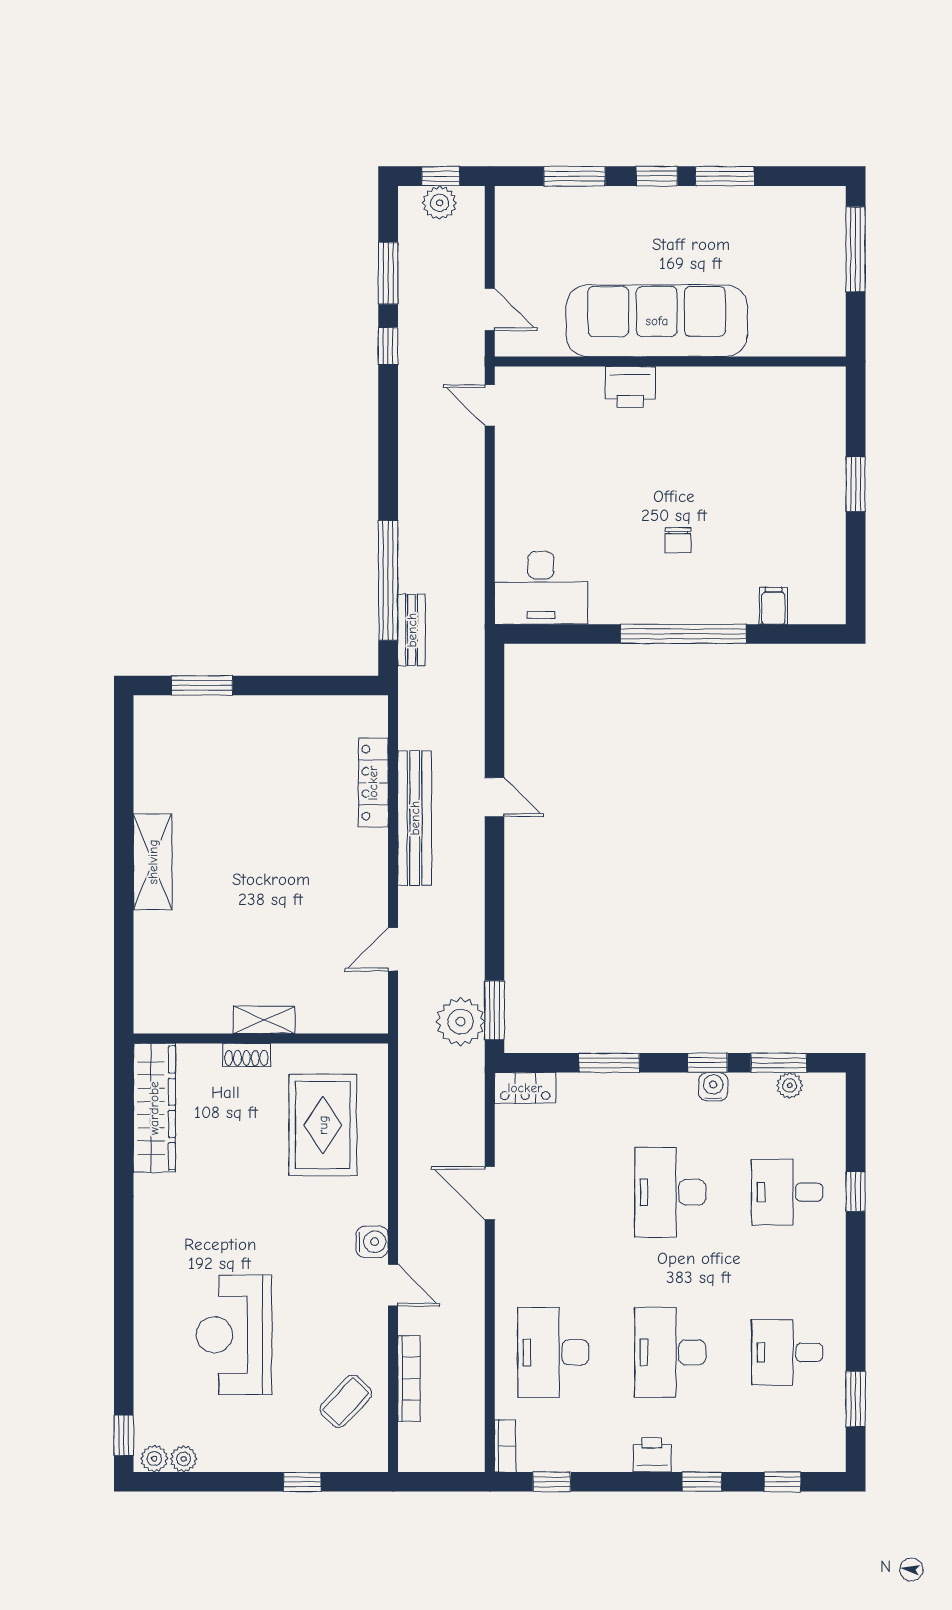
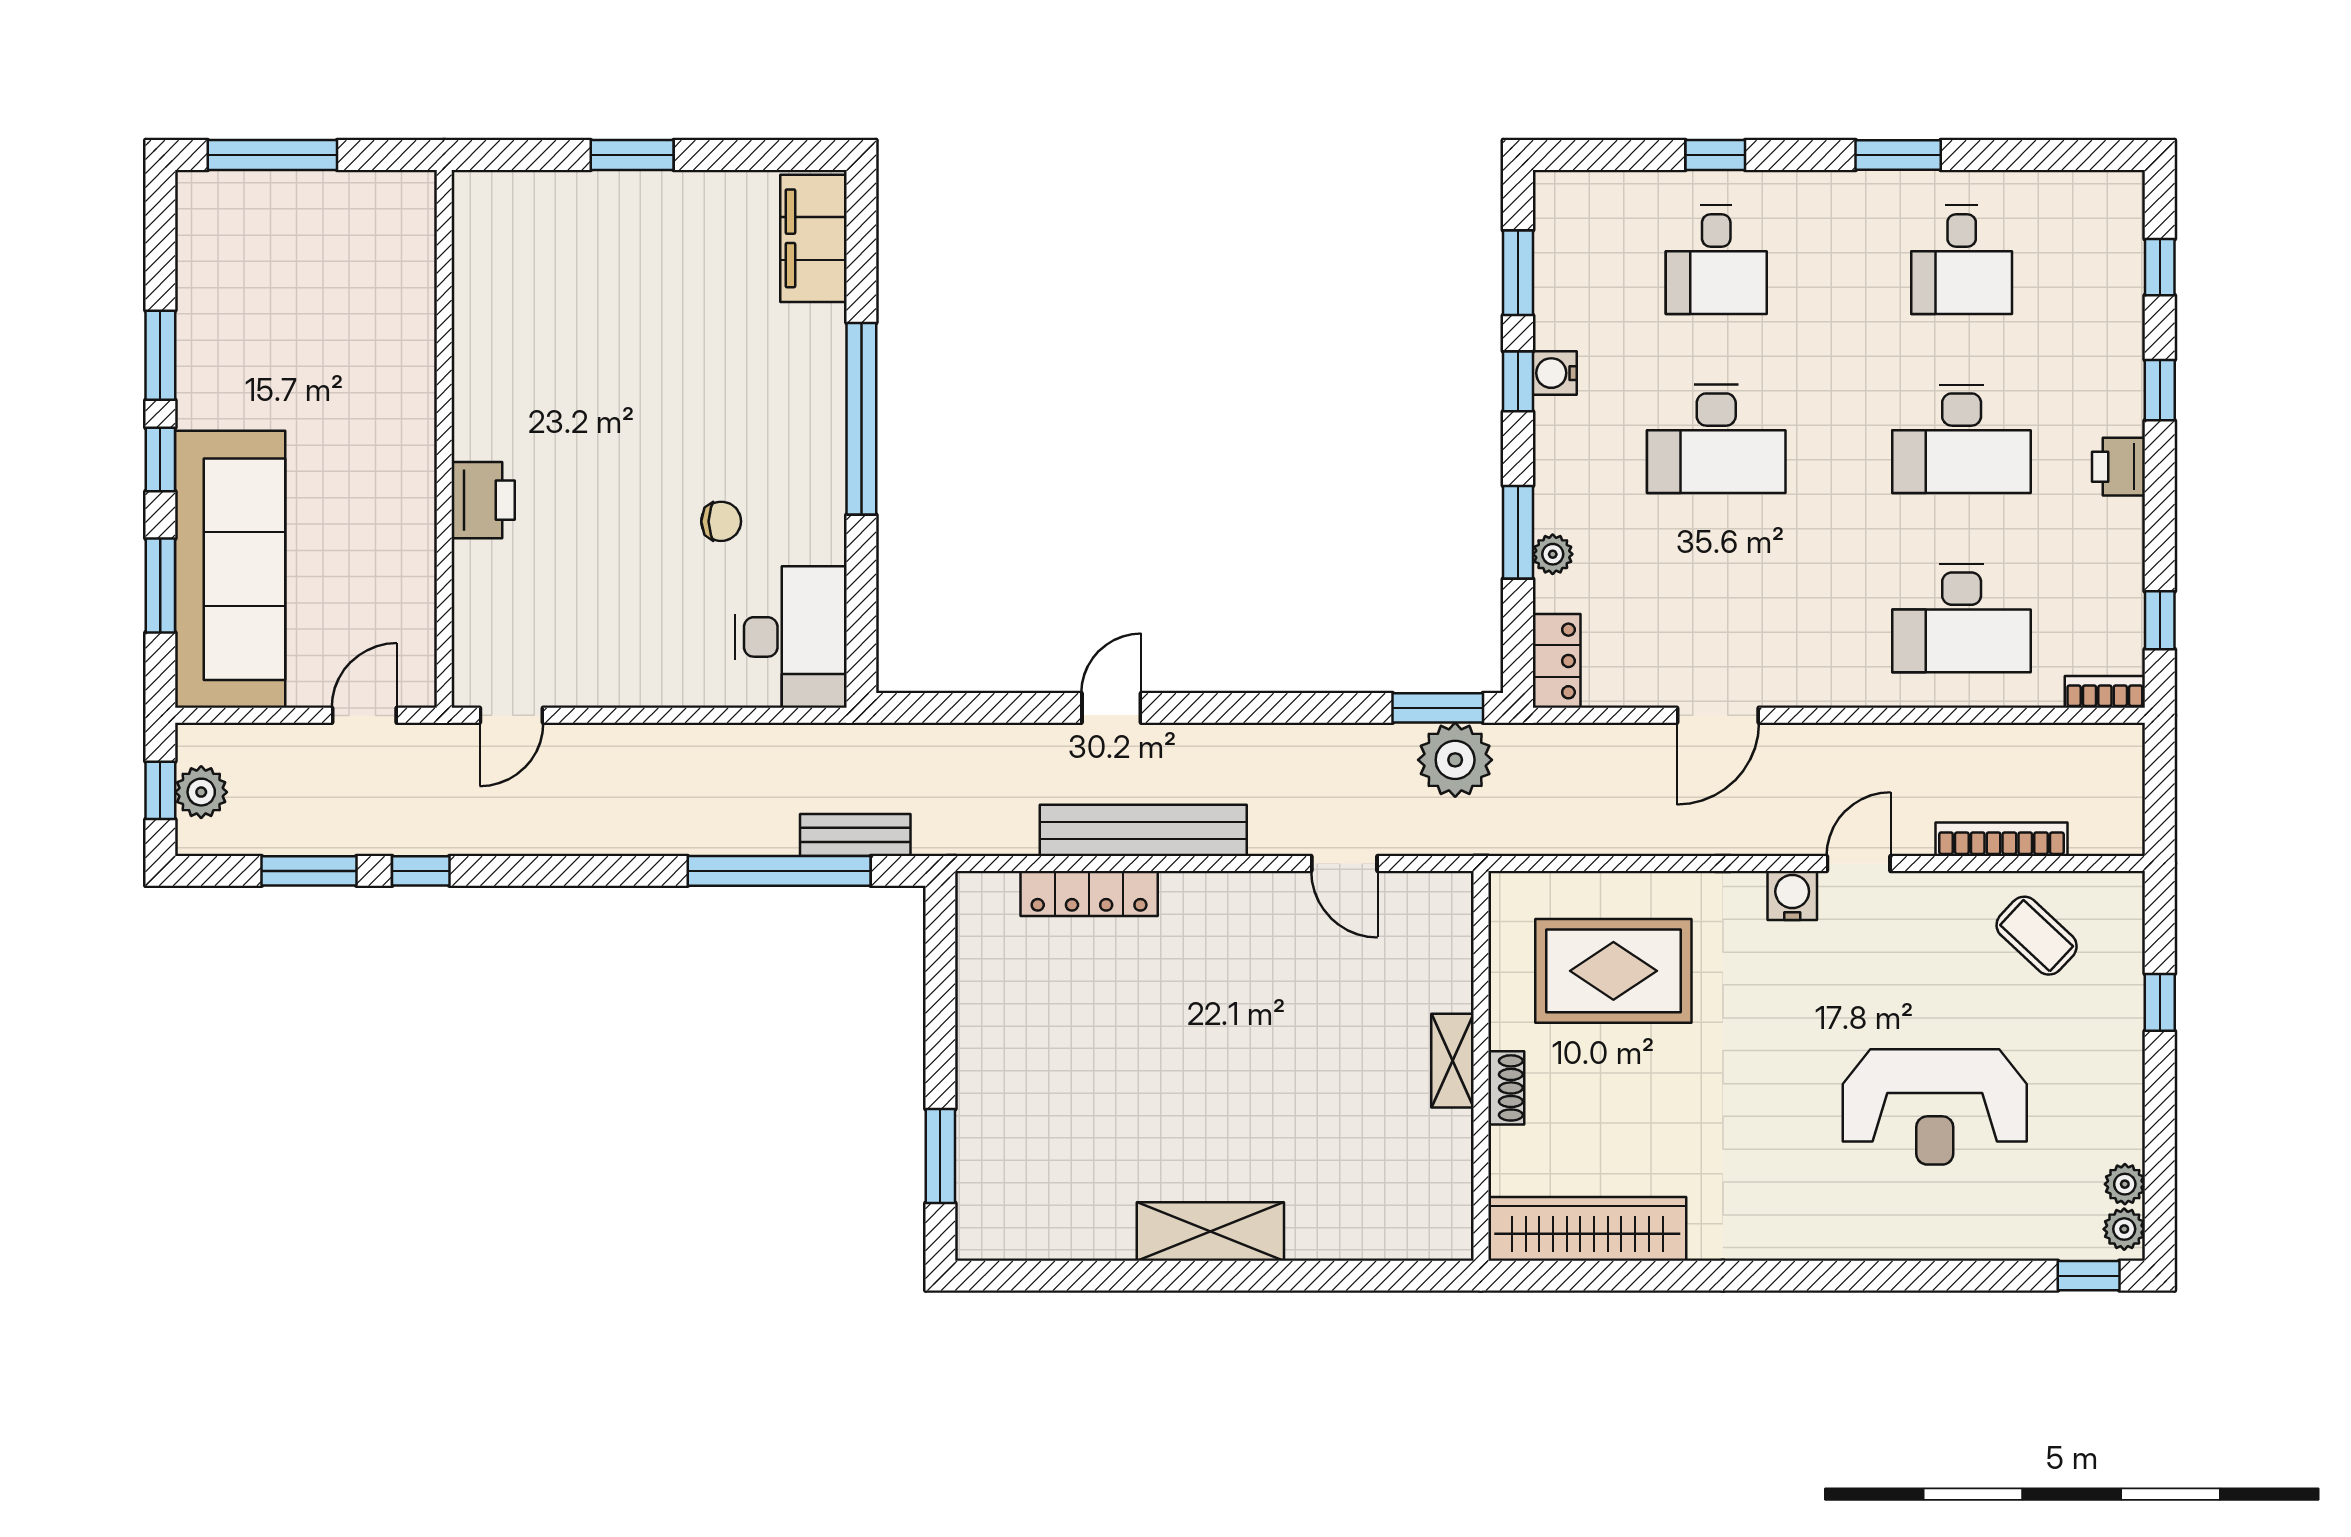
sofa: (657, 321) -> (230, 569), moved, turned 180
chair: (678, 540) -> (721, 521), moved
filing cabinet: (773, 606) -> (814, 238), width x3.00, depth x1.17
plant: (790, 1085) -> (1553, 554), moved
window: (856, 1399) -> (1898, 155), moved

